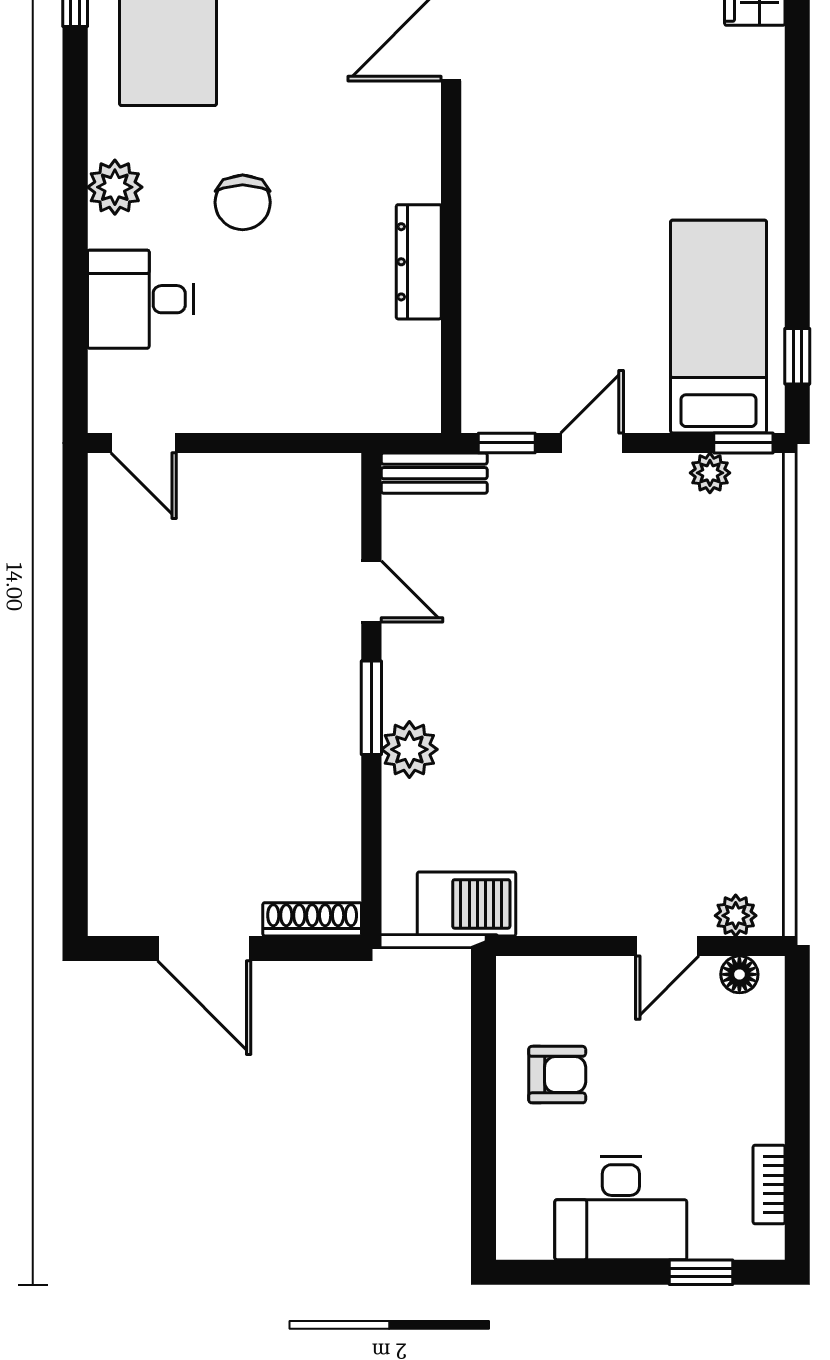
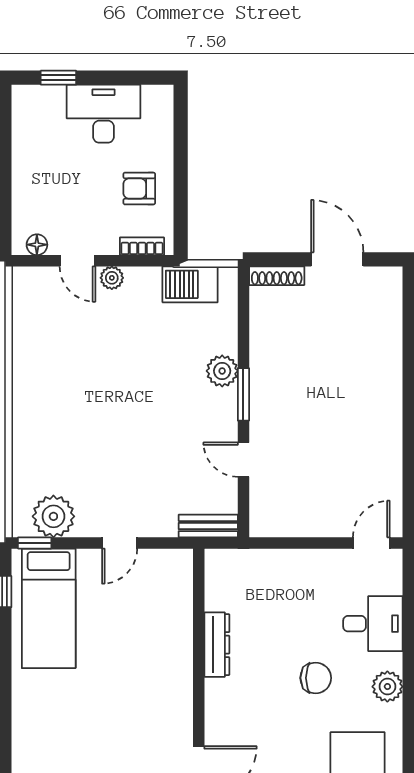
chair: (243, 202) -> (316, 678), turned 90
door: (144, 443) -> (371, 543), hinge flipped
window: (507, 443) -> (167, 543), removed
plant: (710, 473) -> (53, 516), width x1.87, depth x1.87
plant: (736, 916) -> (112, 278), moved
door: (667, 946) -> (77, 261), swing flipped
bookcase: (769, 1184) -> (142, 246), moved, turned -90

